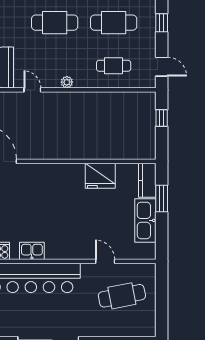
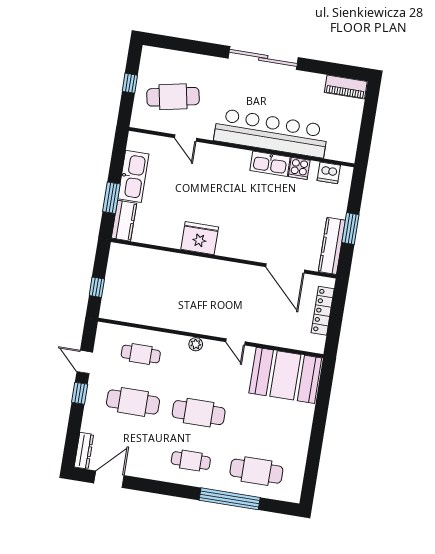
door: (162, 67) -> (85, 362), moved
fridge: (100, 176) -> (200, 238), moved
kitchen sink: (32, 251) -> (270, 164), width x1.38
window: (162, 302) -> (130, 83), added

